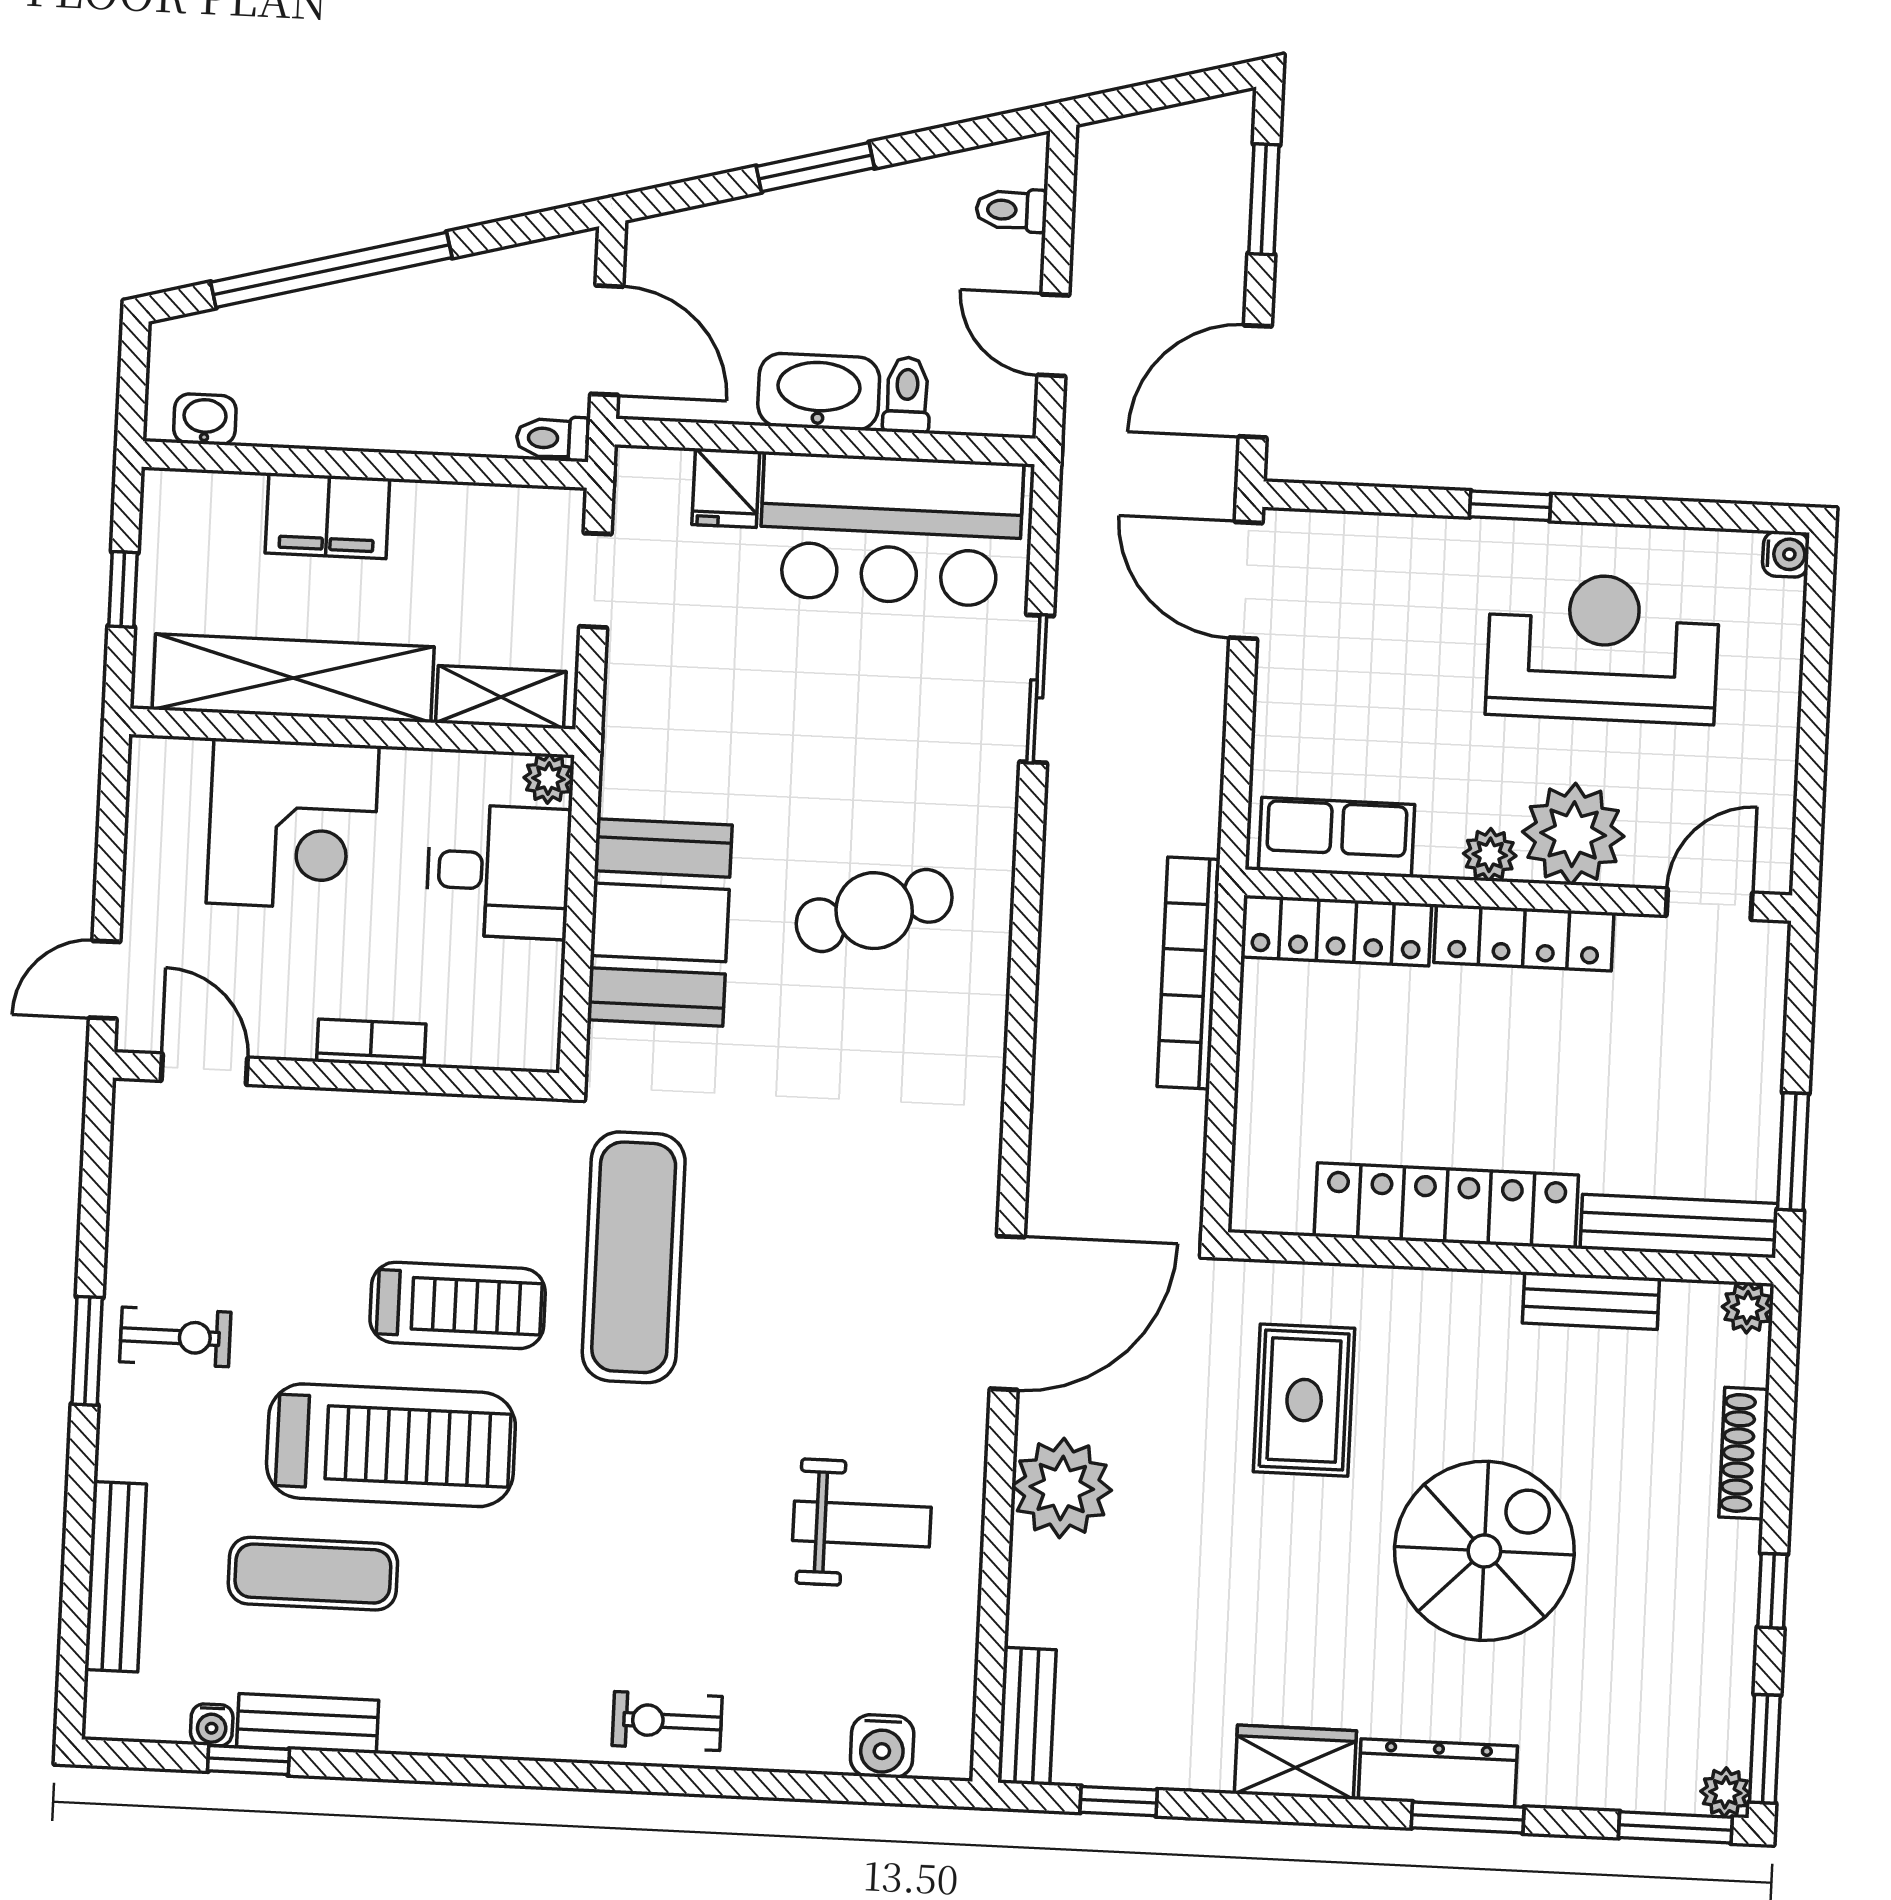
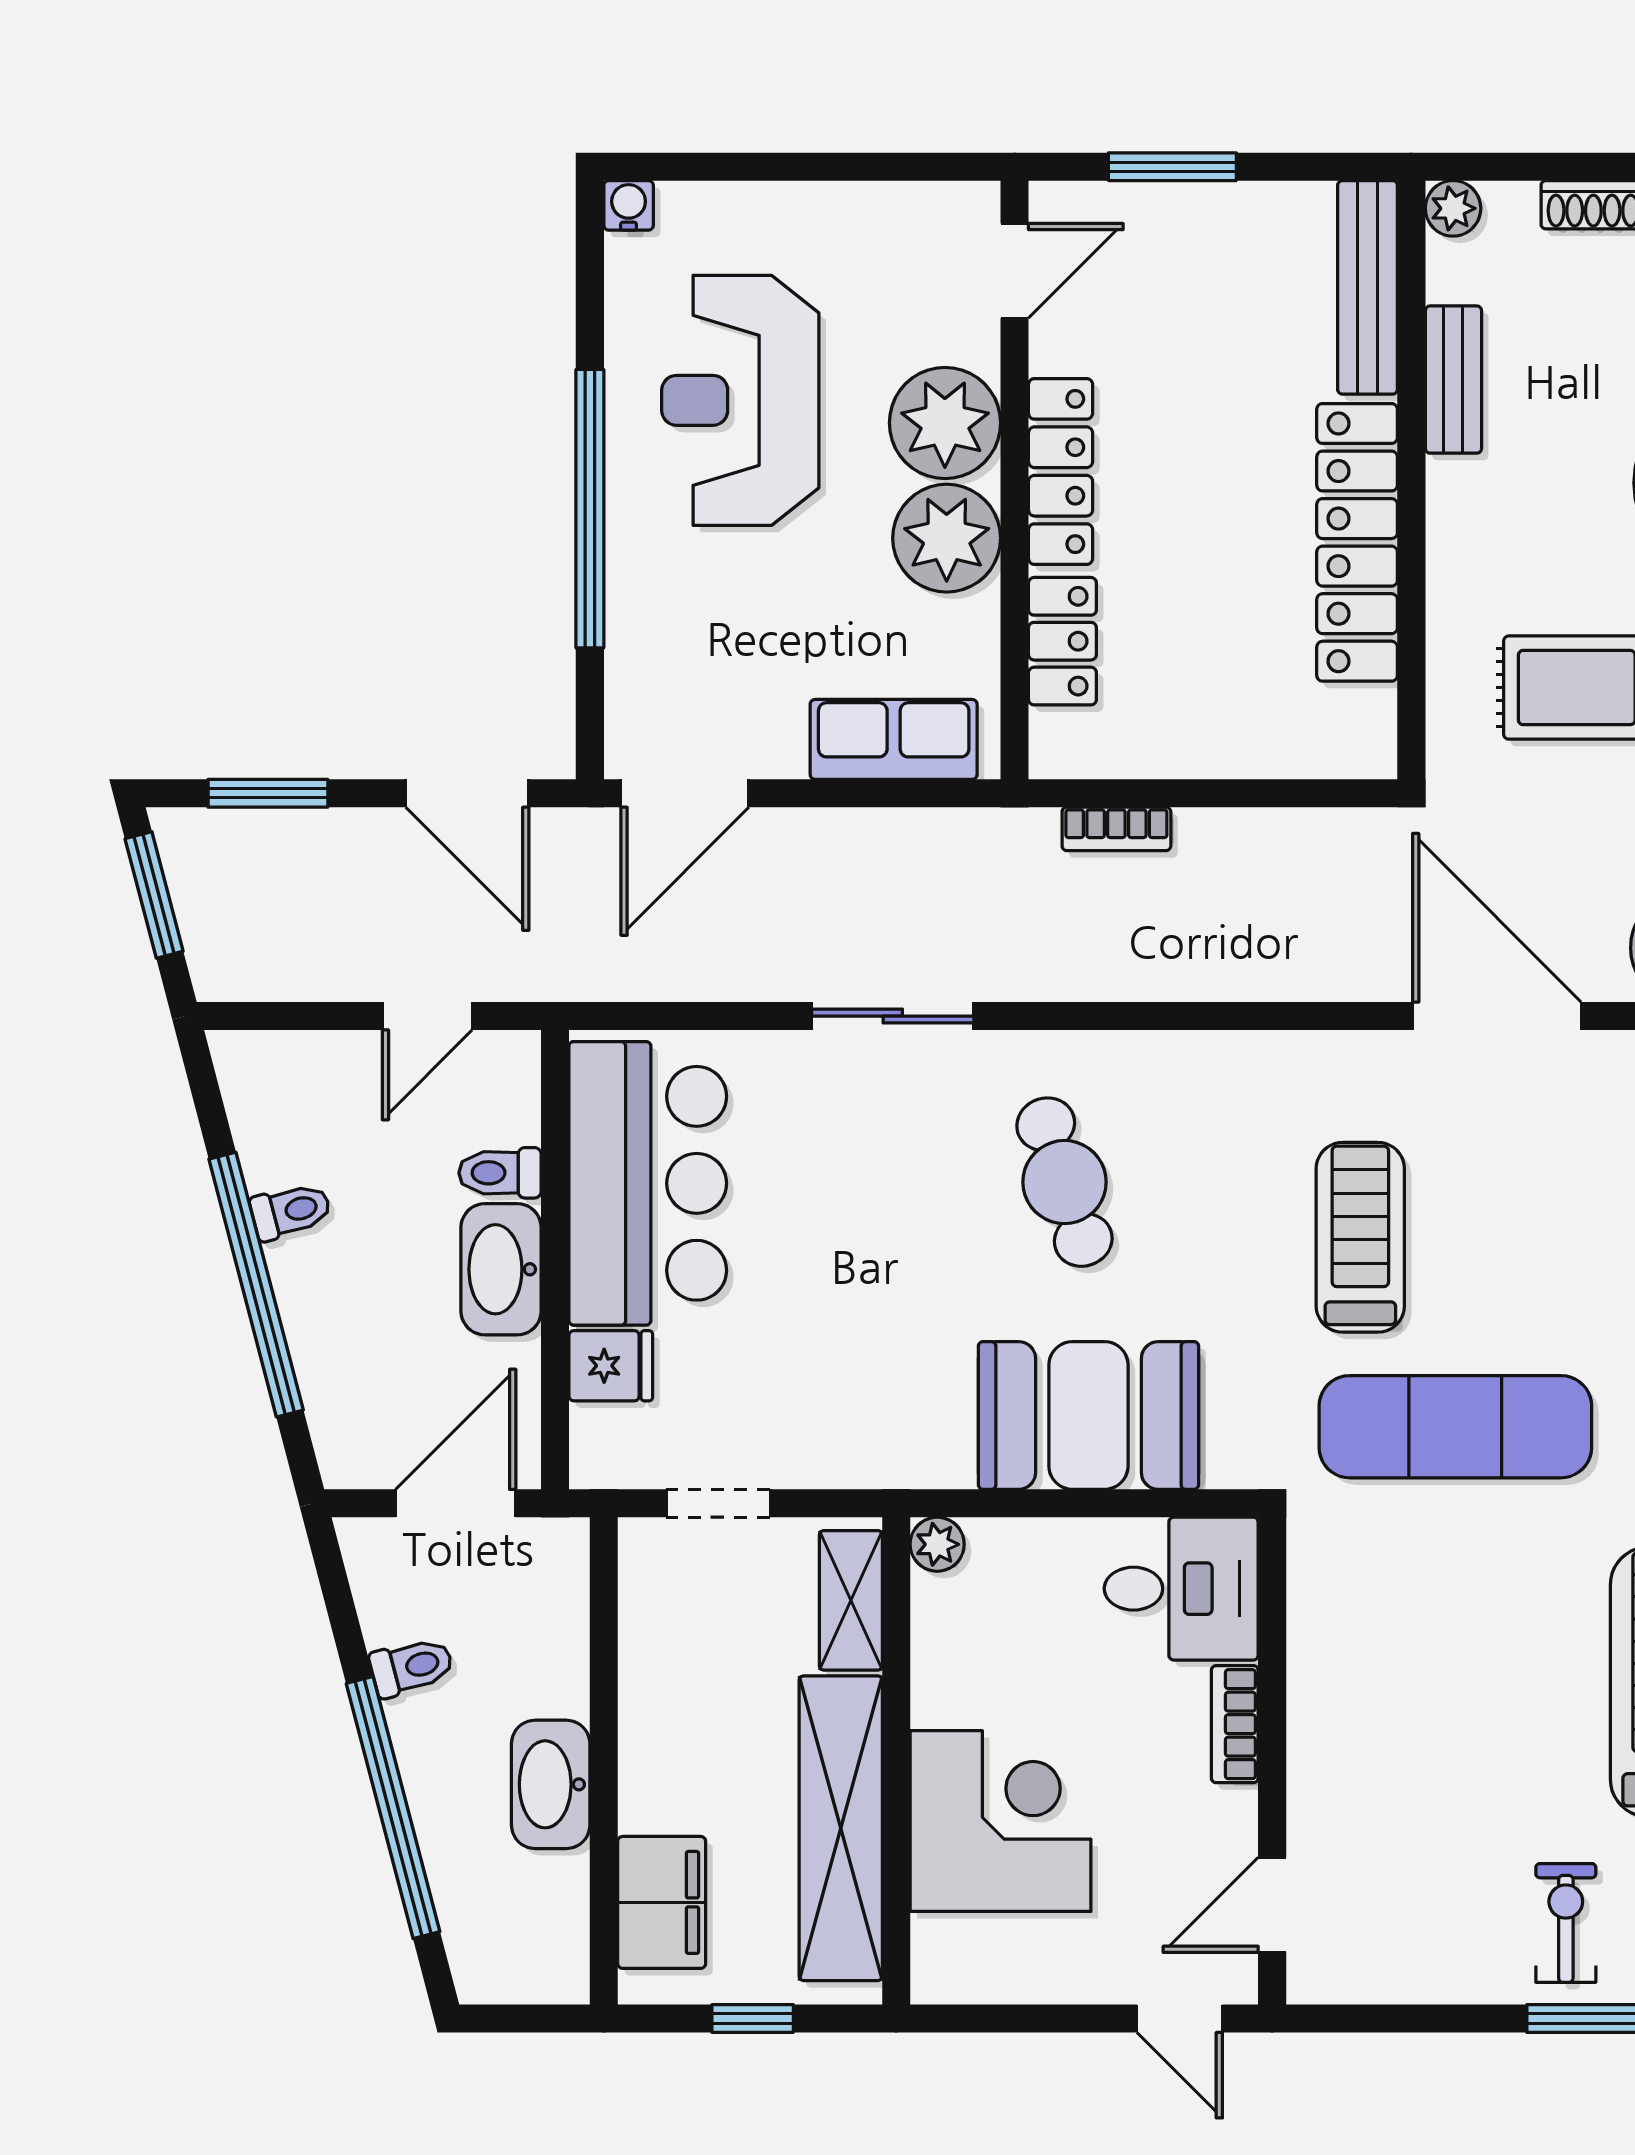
window: (1176, 91) -> (154, 895), added
window: (815, 167) -> (256, 1285), width x2.11
toilet: (1012, 210) -> (291, 1211), moved, turned -105
washbasin: (205, 419) -> (551, 1784), moved, width x1.91, depth x1.45
toilet: (553, 438) -> (412, 1667), moved, turned -105
window: (1510, 506) -> (590, 509), width x3.17
filing cabinet: (327, 516) -> (662, 1902), moved
sliding door: (1037, 689) -> (893, 1016), moved
row of seats: (1337, 837) -> (894, 739), moved, turned 90
plant: (1490, 855) -> (947, 538), width x1.88, depth x1.88
desk: (498, 871) -> (1181, 1589), moved, turned 90
door: (1709, 904) -> (1015, 271), swing flipped
locker: (1336, 931) -> (1062, 641), width x0.66
bookcase: (1189, 973) -> (1116, 829), width x0.43, depth x0.76
window: (1793, 1152) -> (1172, 167), moved
treadmill: (458, 1305) -> (1360, 1237), moved

